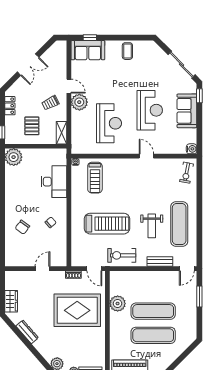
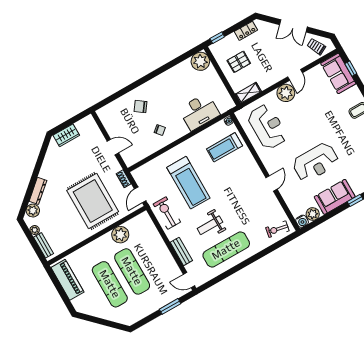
trolley: (50, 103) -> (316, 47), moved
reception desk: (109, 123) -> (267, 127), moved, turned -90
plant: (191, 137) -> (313, 214), added
dresser: (27, 332) -> (38, 191), moved

